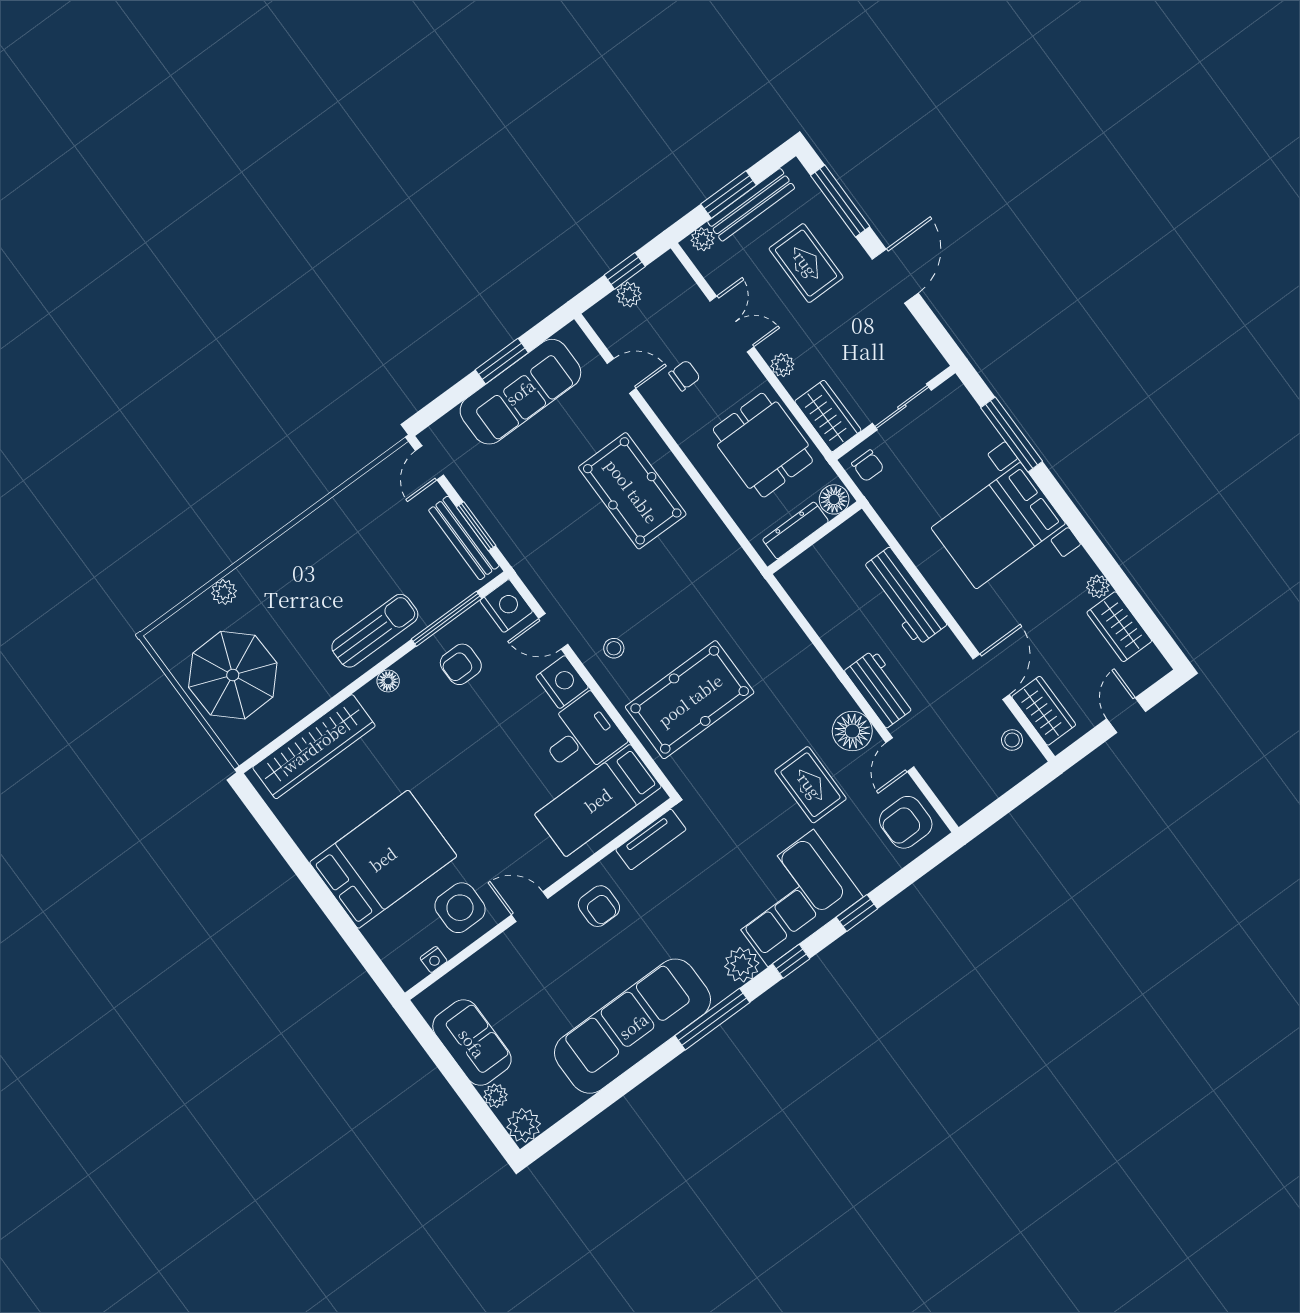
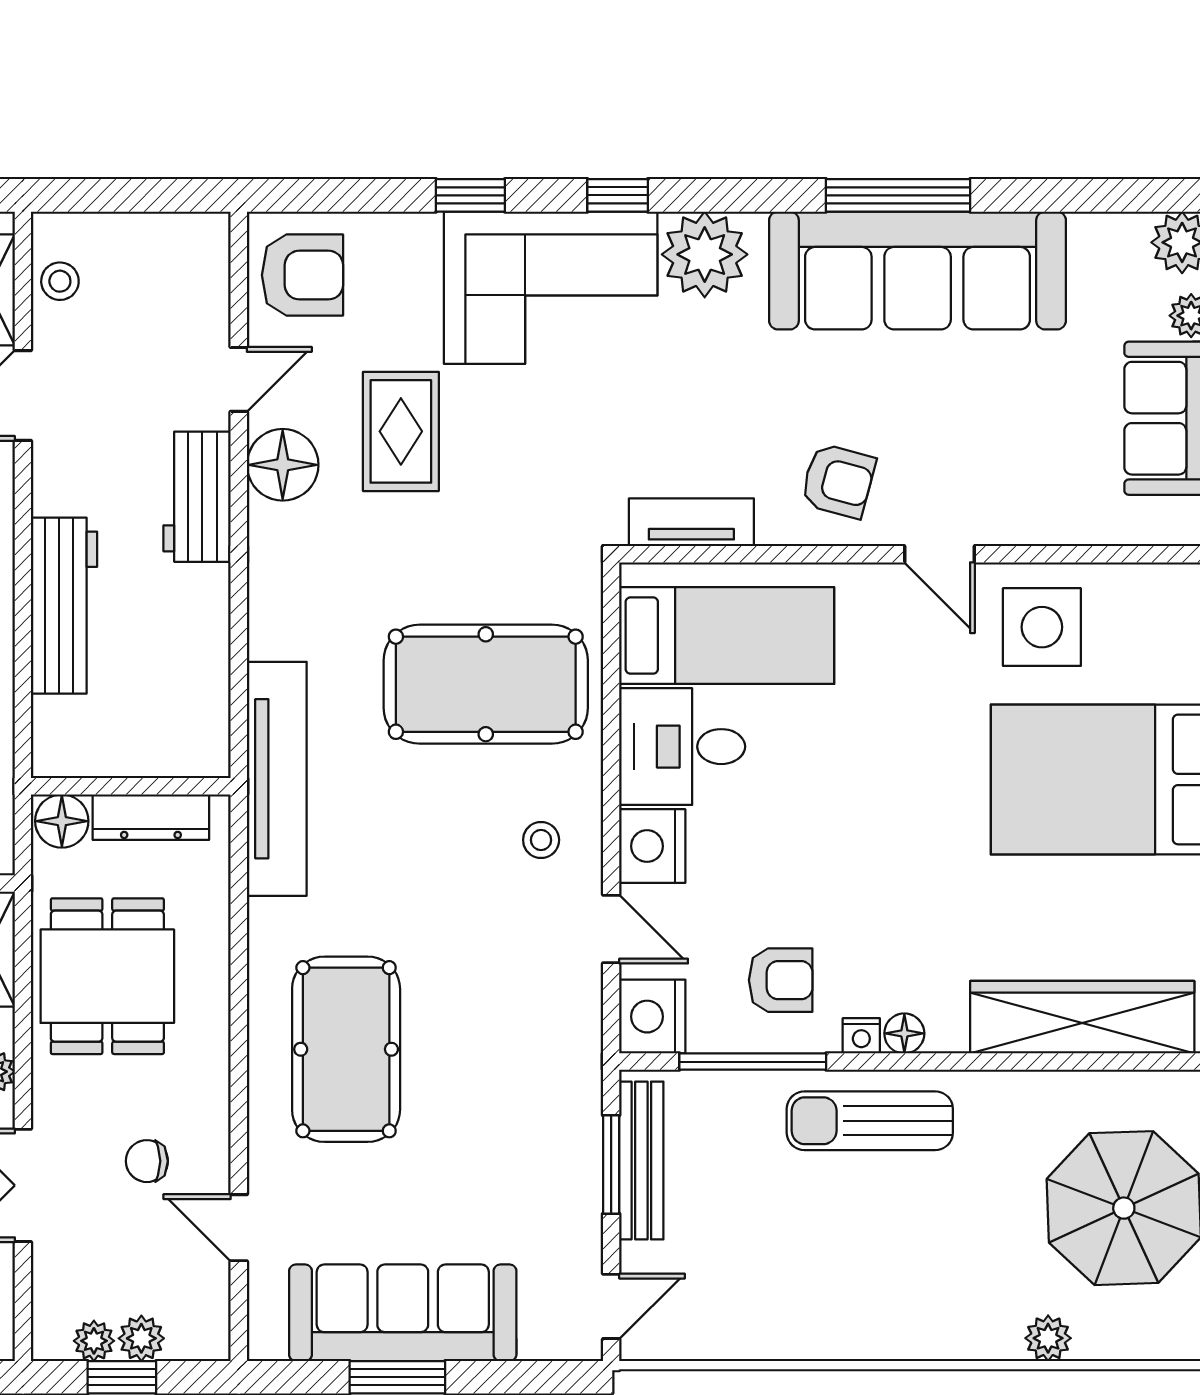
plant: (649, 278) -> (94, 1341), added
tv unit: (752, 589) -> (277, 779), added
armchair: (599, 906) -> (838, 481), turned 105
nightstand: (434, 959) -> (861, 1036), moved, turned 180
plant: (742, 965) -> (705, 254), width x1.36, depth x1.36
window: (712, 1019) -> (898, 195), moved

